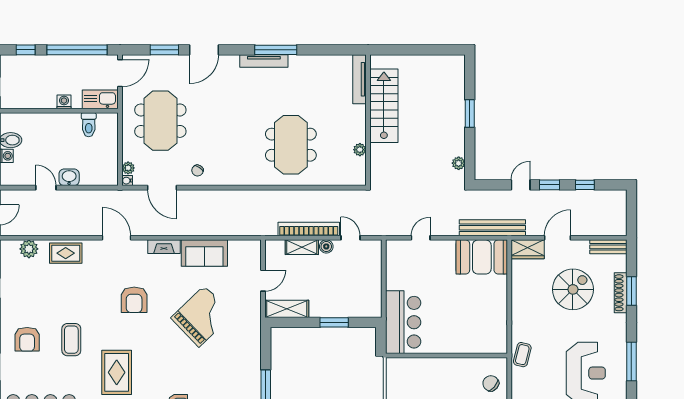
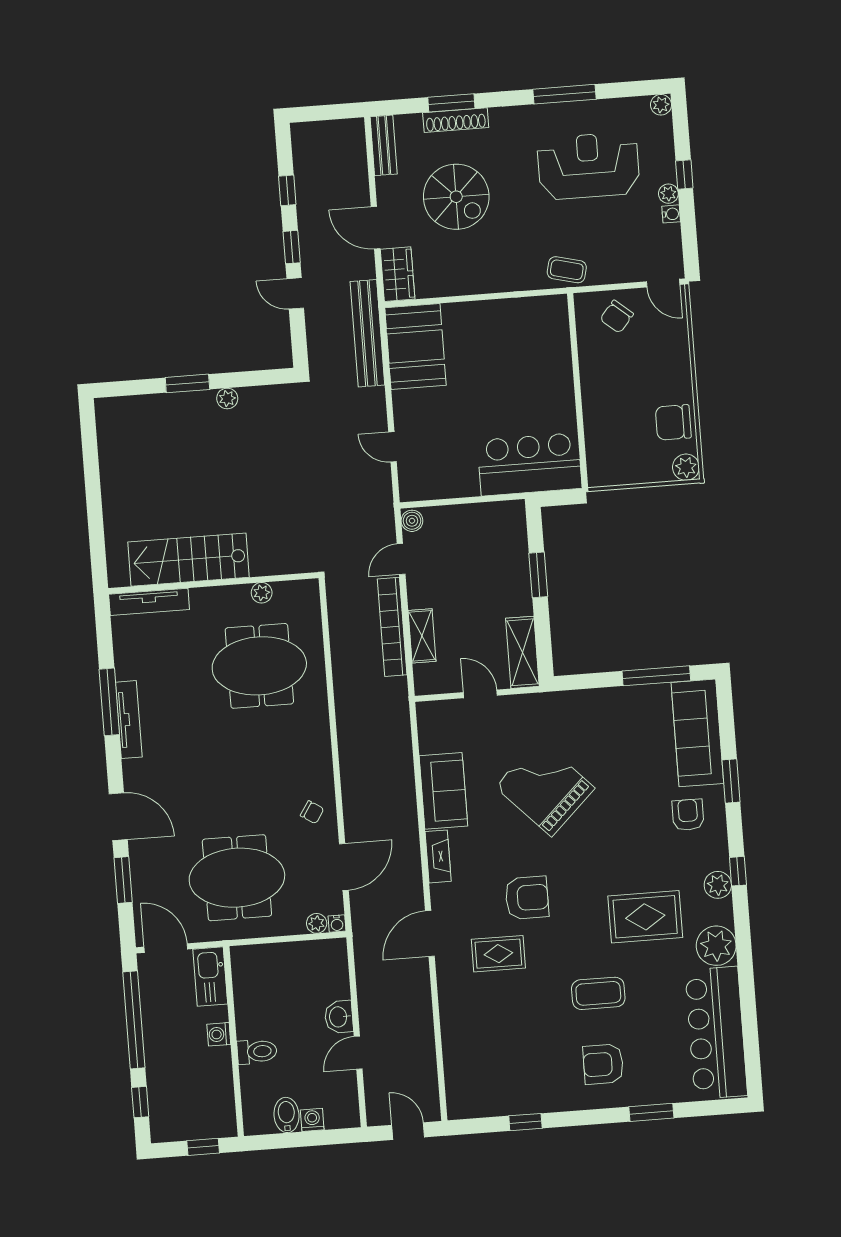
tv unit: (359, 79) -> (149, 602), moved
stairs: (384, 106) -> (188, 560), moved
wall: (368, 120) -> (213, 583), moved
toilet: (89, 125) -> (257, 1052), moved
plant: (360, 150) -> (262, 593), moved
plant: (459, 163) -> (227, 398), moved
boiler: (326, 246) -> (412, 521), moved
plant: (29, 249) -> (458, 1072), removed
rug: (66, 253) -> (498, 954), moved, turned 90
spiral stairs: (573, 289) -> (456, 197), turned 180
armchair: (27, 339) -> (603, 1064), turned 180

